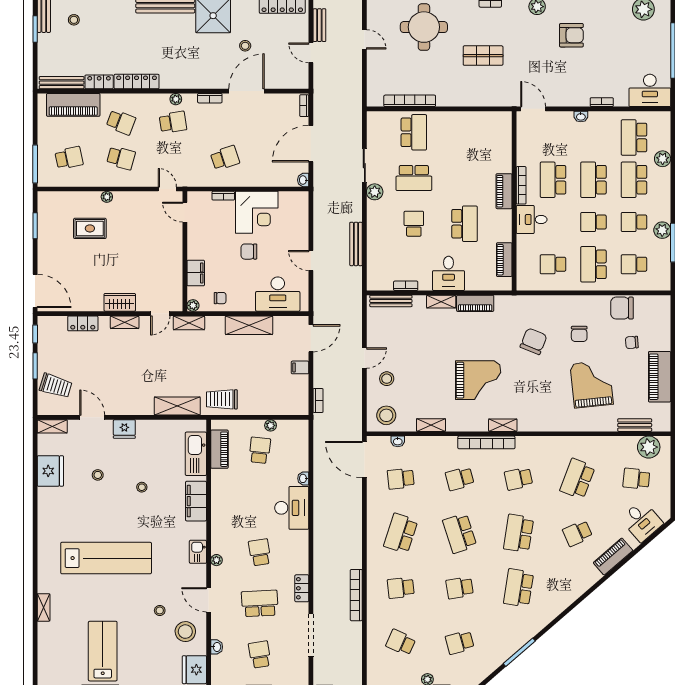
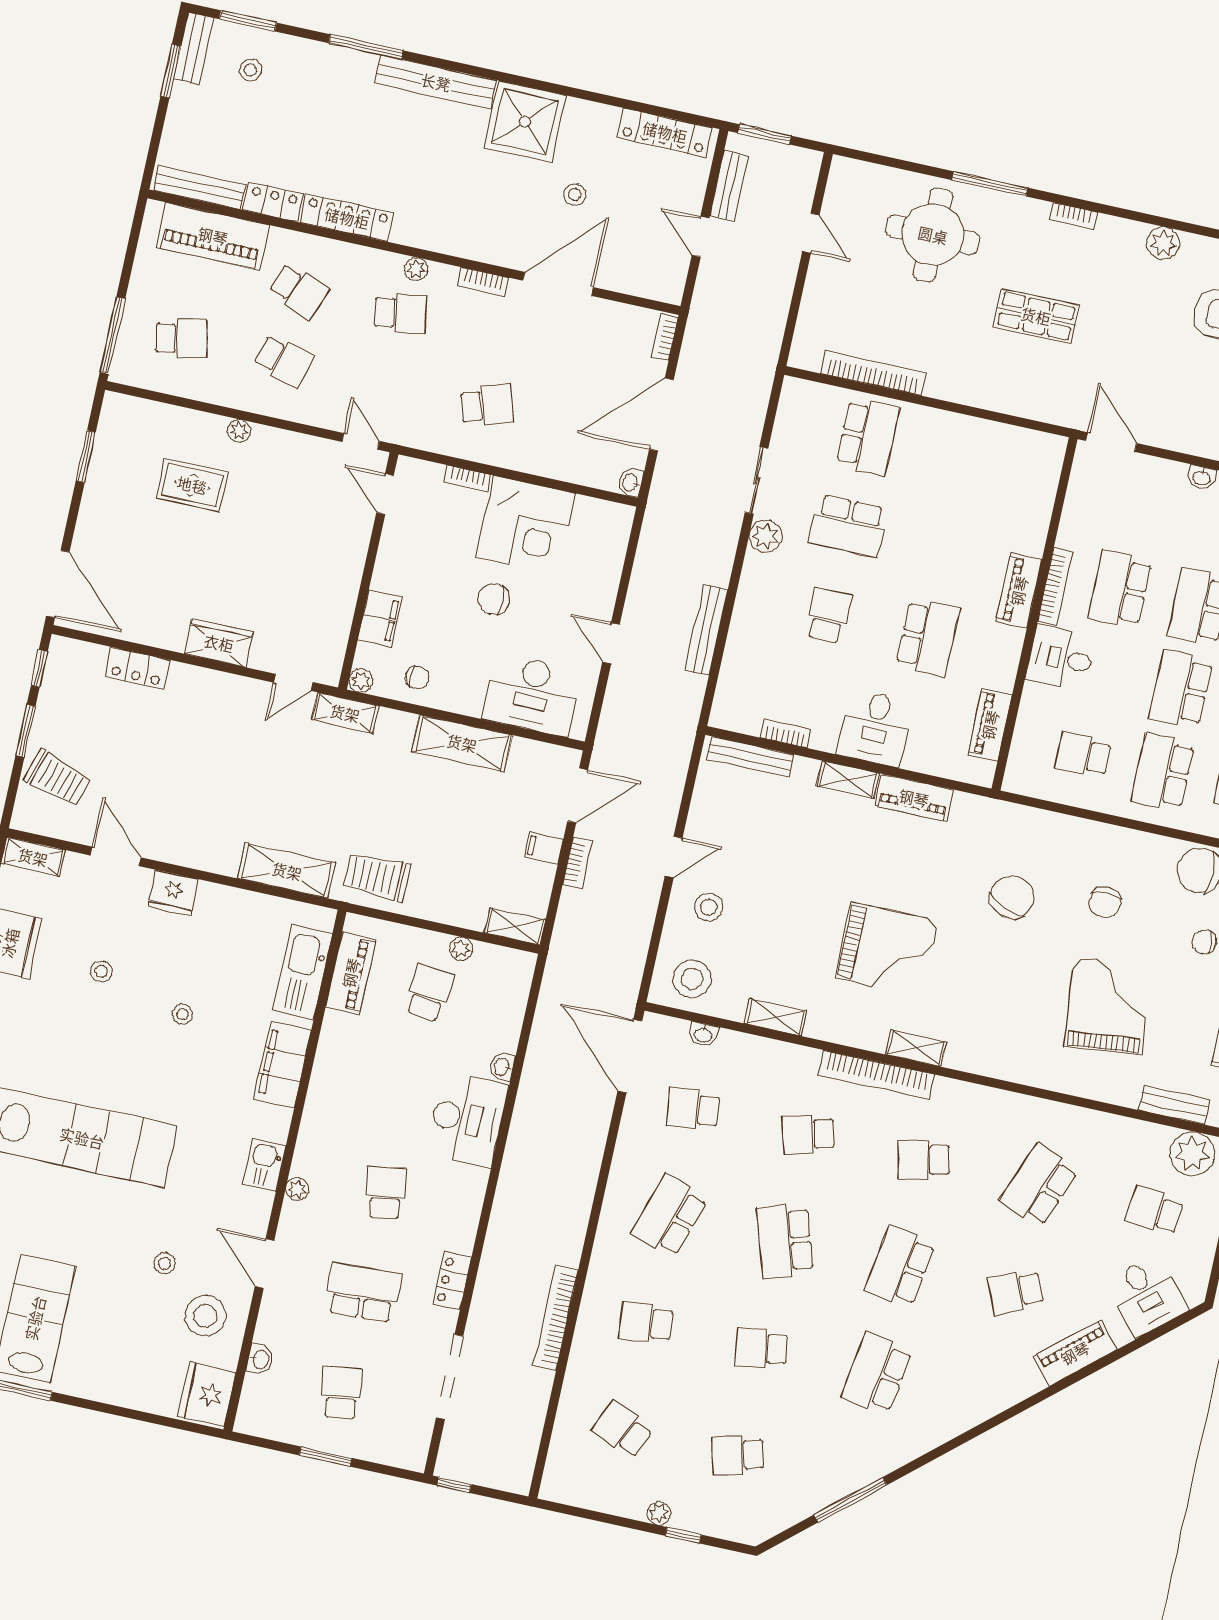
school desk: (593, 222) -> (1181, 689), width x1.85
shelving: (125, 322) -> (515, 926), moved
bookcase: (318, 401) -> (577, 863), moved

